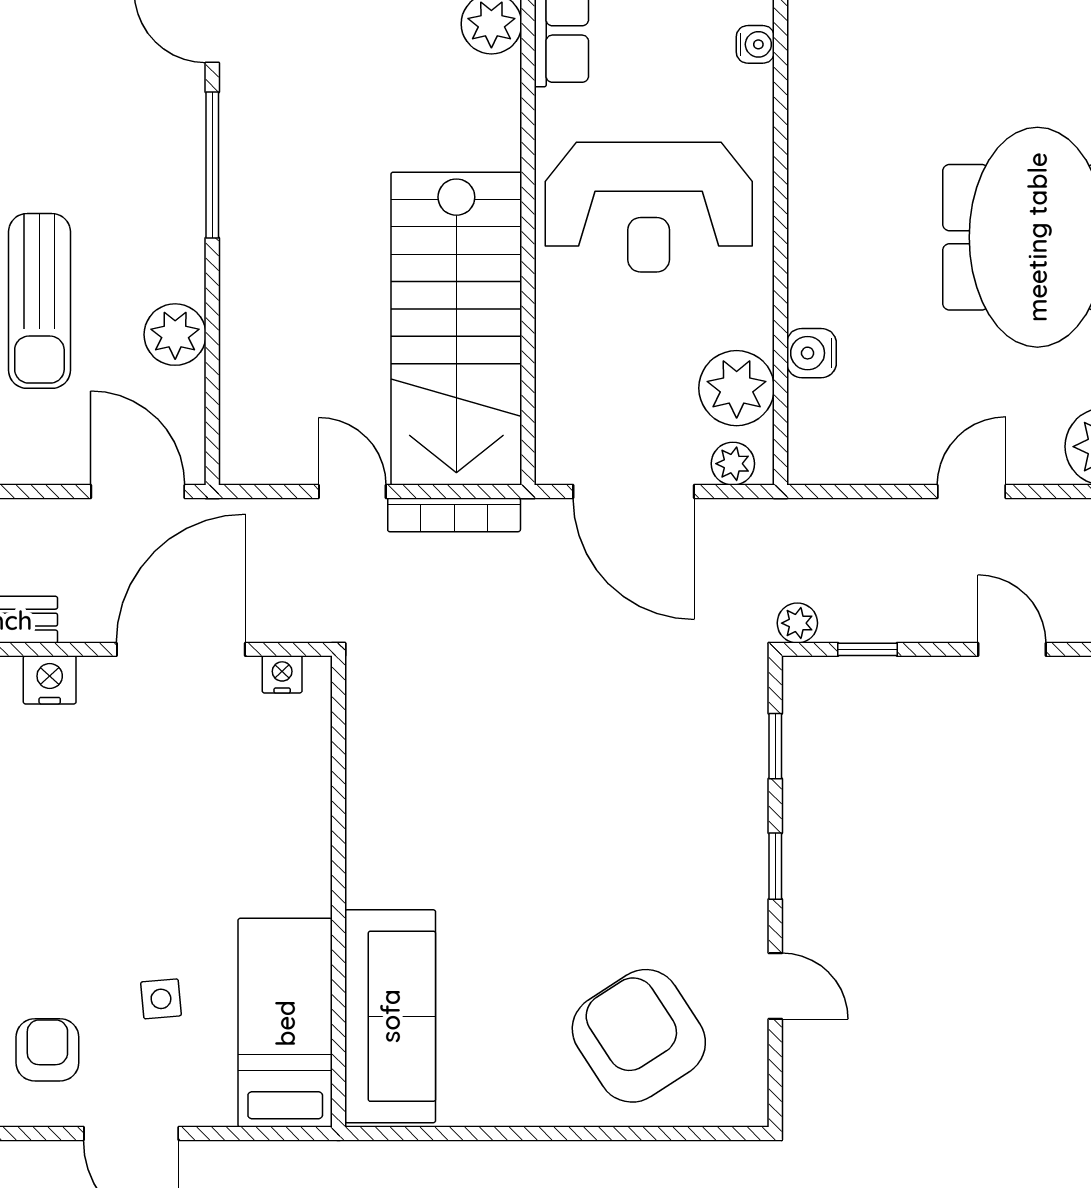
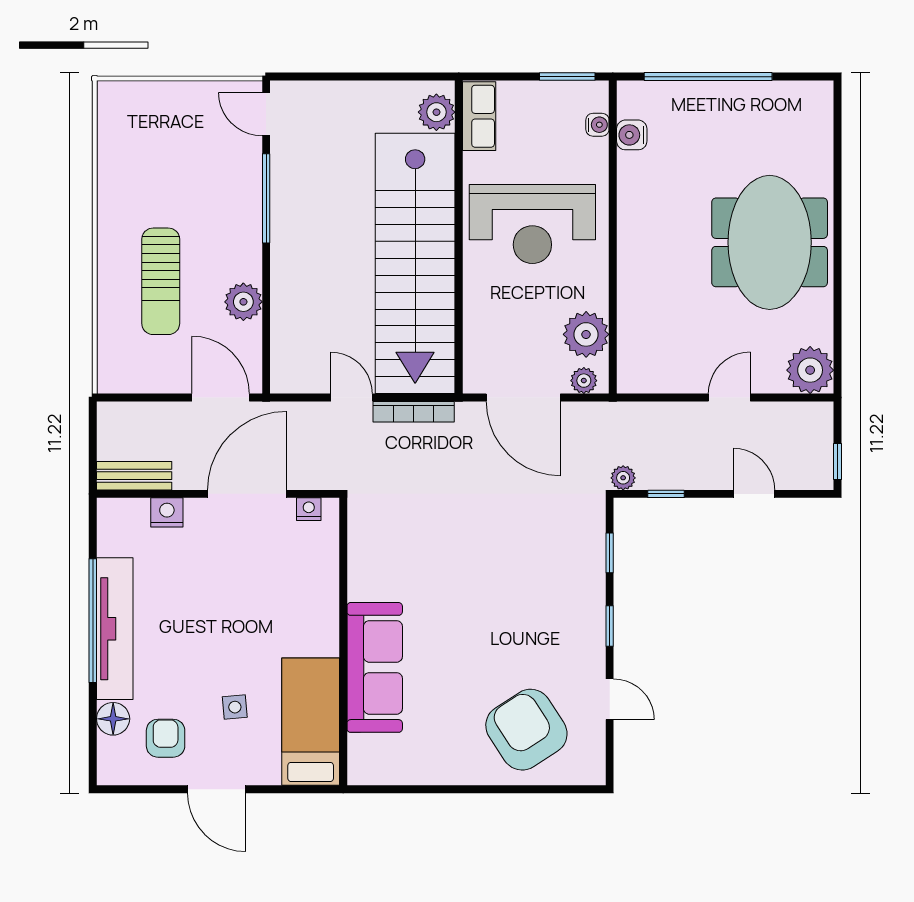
stairs: (456, 329) -> (415, 263), width x1.36
water cooler: (812, 353) -> (632, 135), moved
sofa: (390, 1016) -> (375, 667), moved

